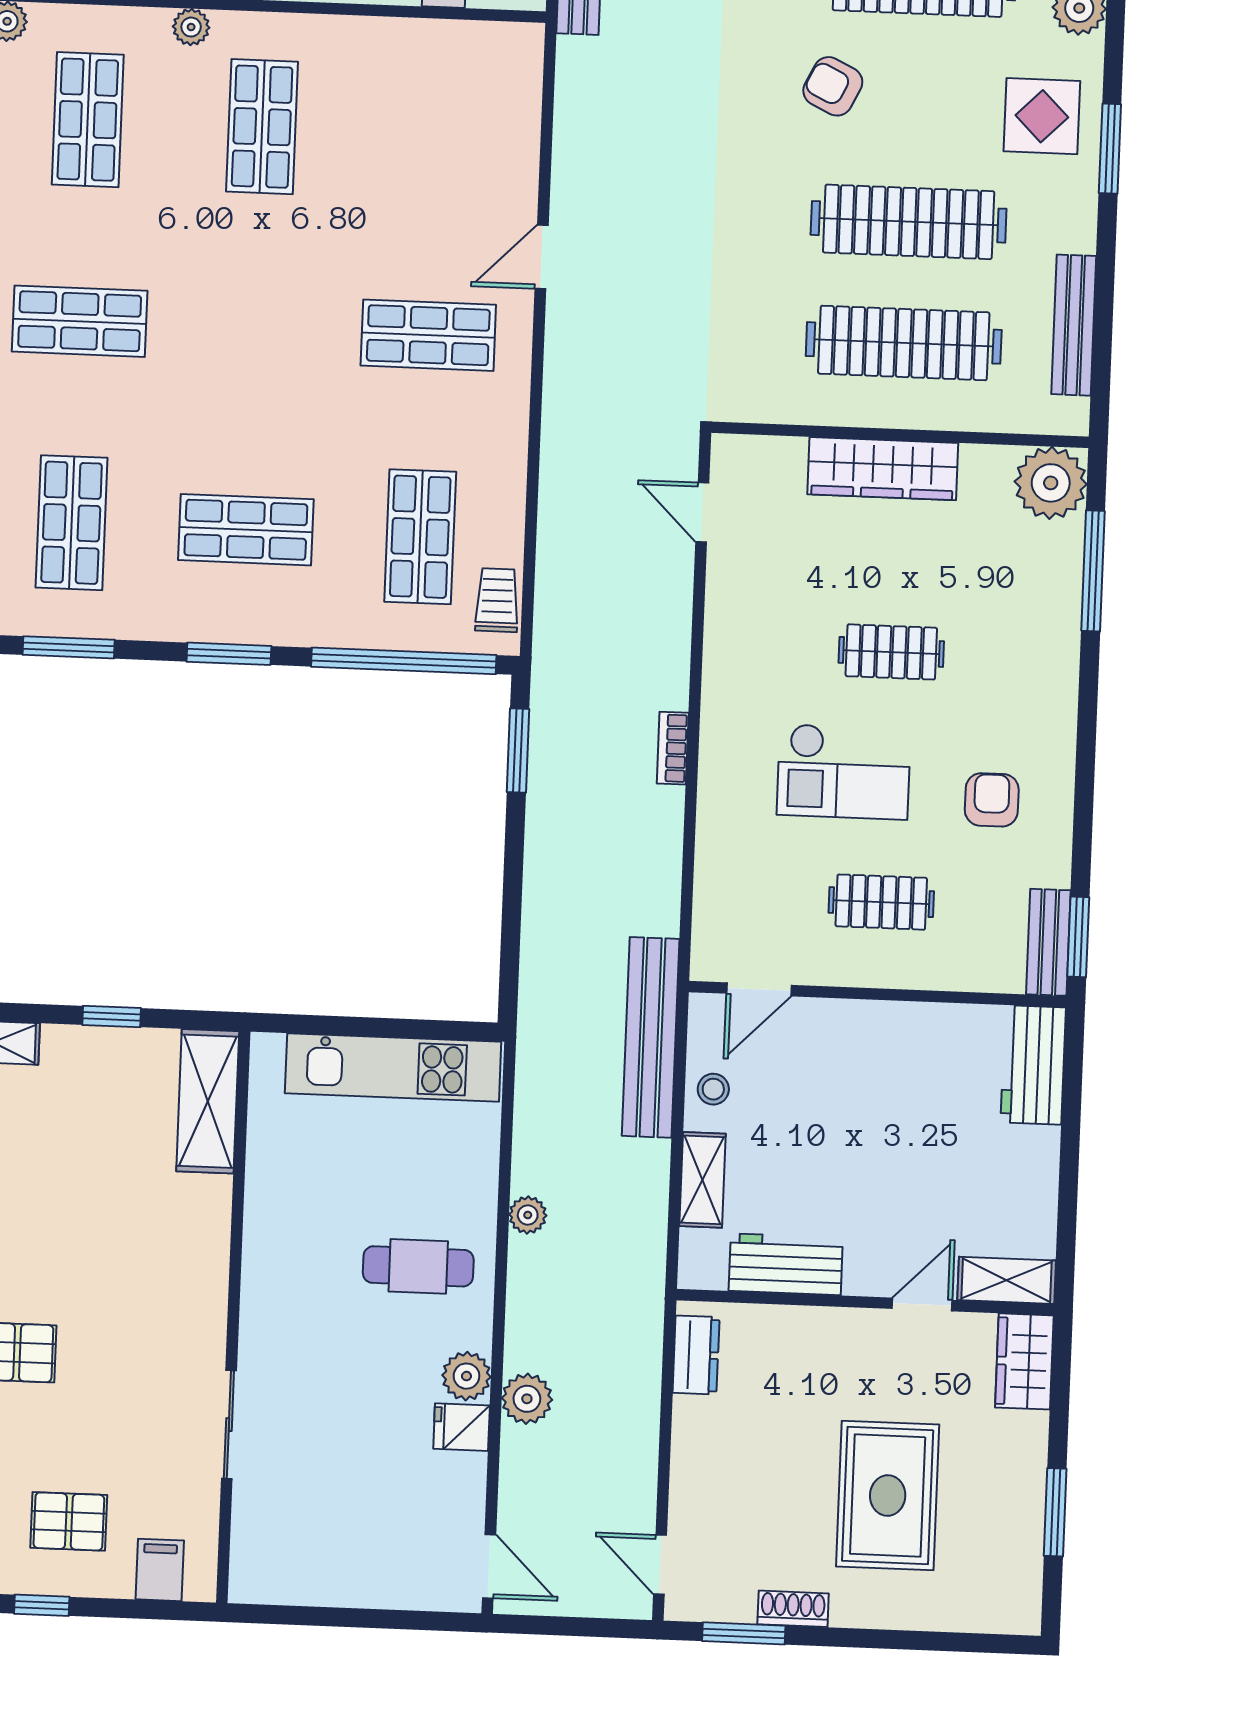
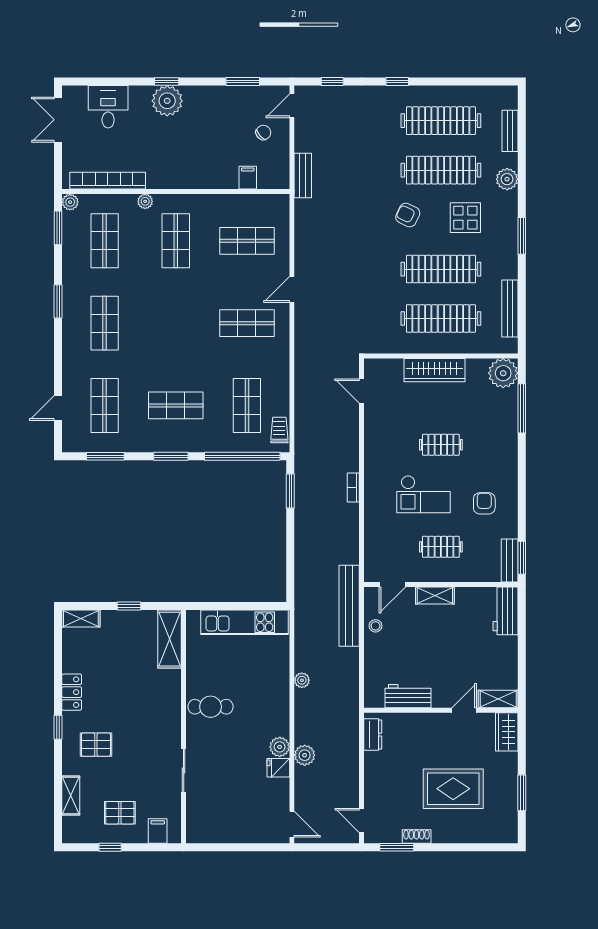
display table: (1042, 116) -> (465, 218), moved
shop shelf: (436, 134) -> (247, 241), added
shop shelf: (80, 321) -> (105, 323), turned 90
shelving: (702, 1180) -> (435, 595), moved, turned 90
cafe table: (418, 1266) -> (211, 707), moved
rug: (888, 1495) -> (453, 789), turned 90

